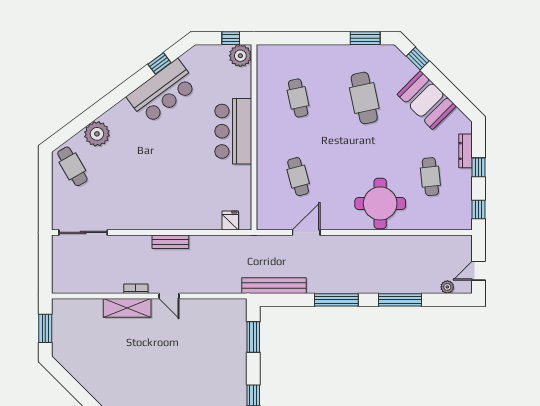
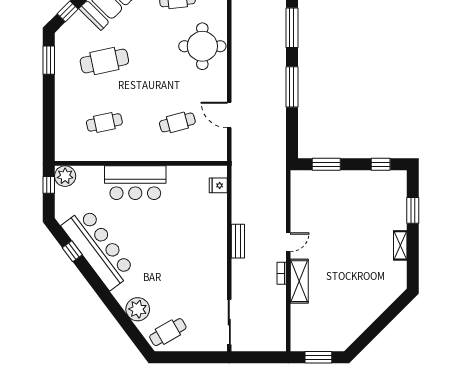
bar counter: (162, 92) -> (98, 248), width x1.36
bench: (274, 286) -> (279, 145), removed

